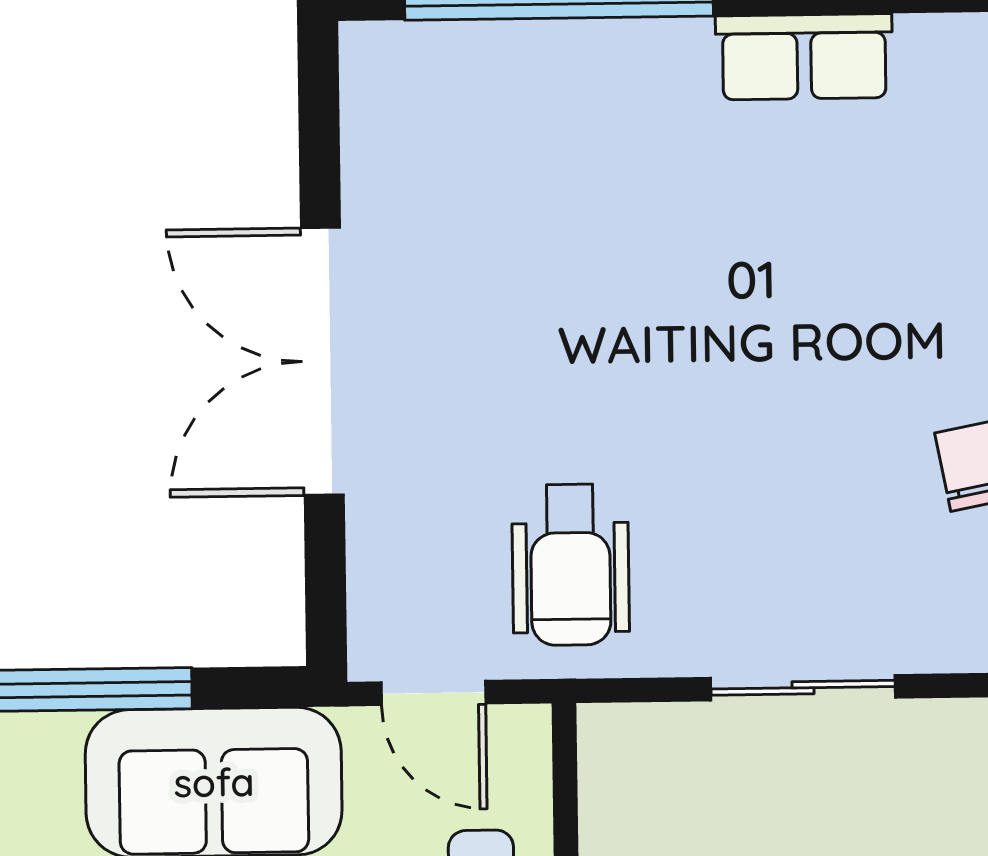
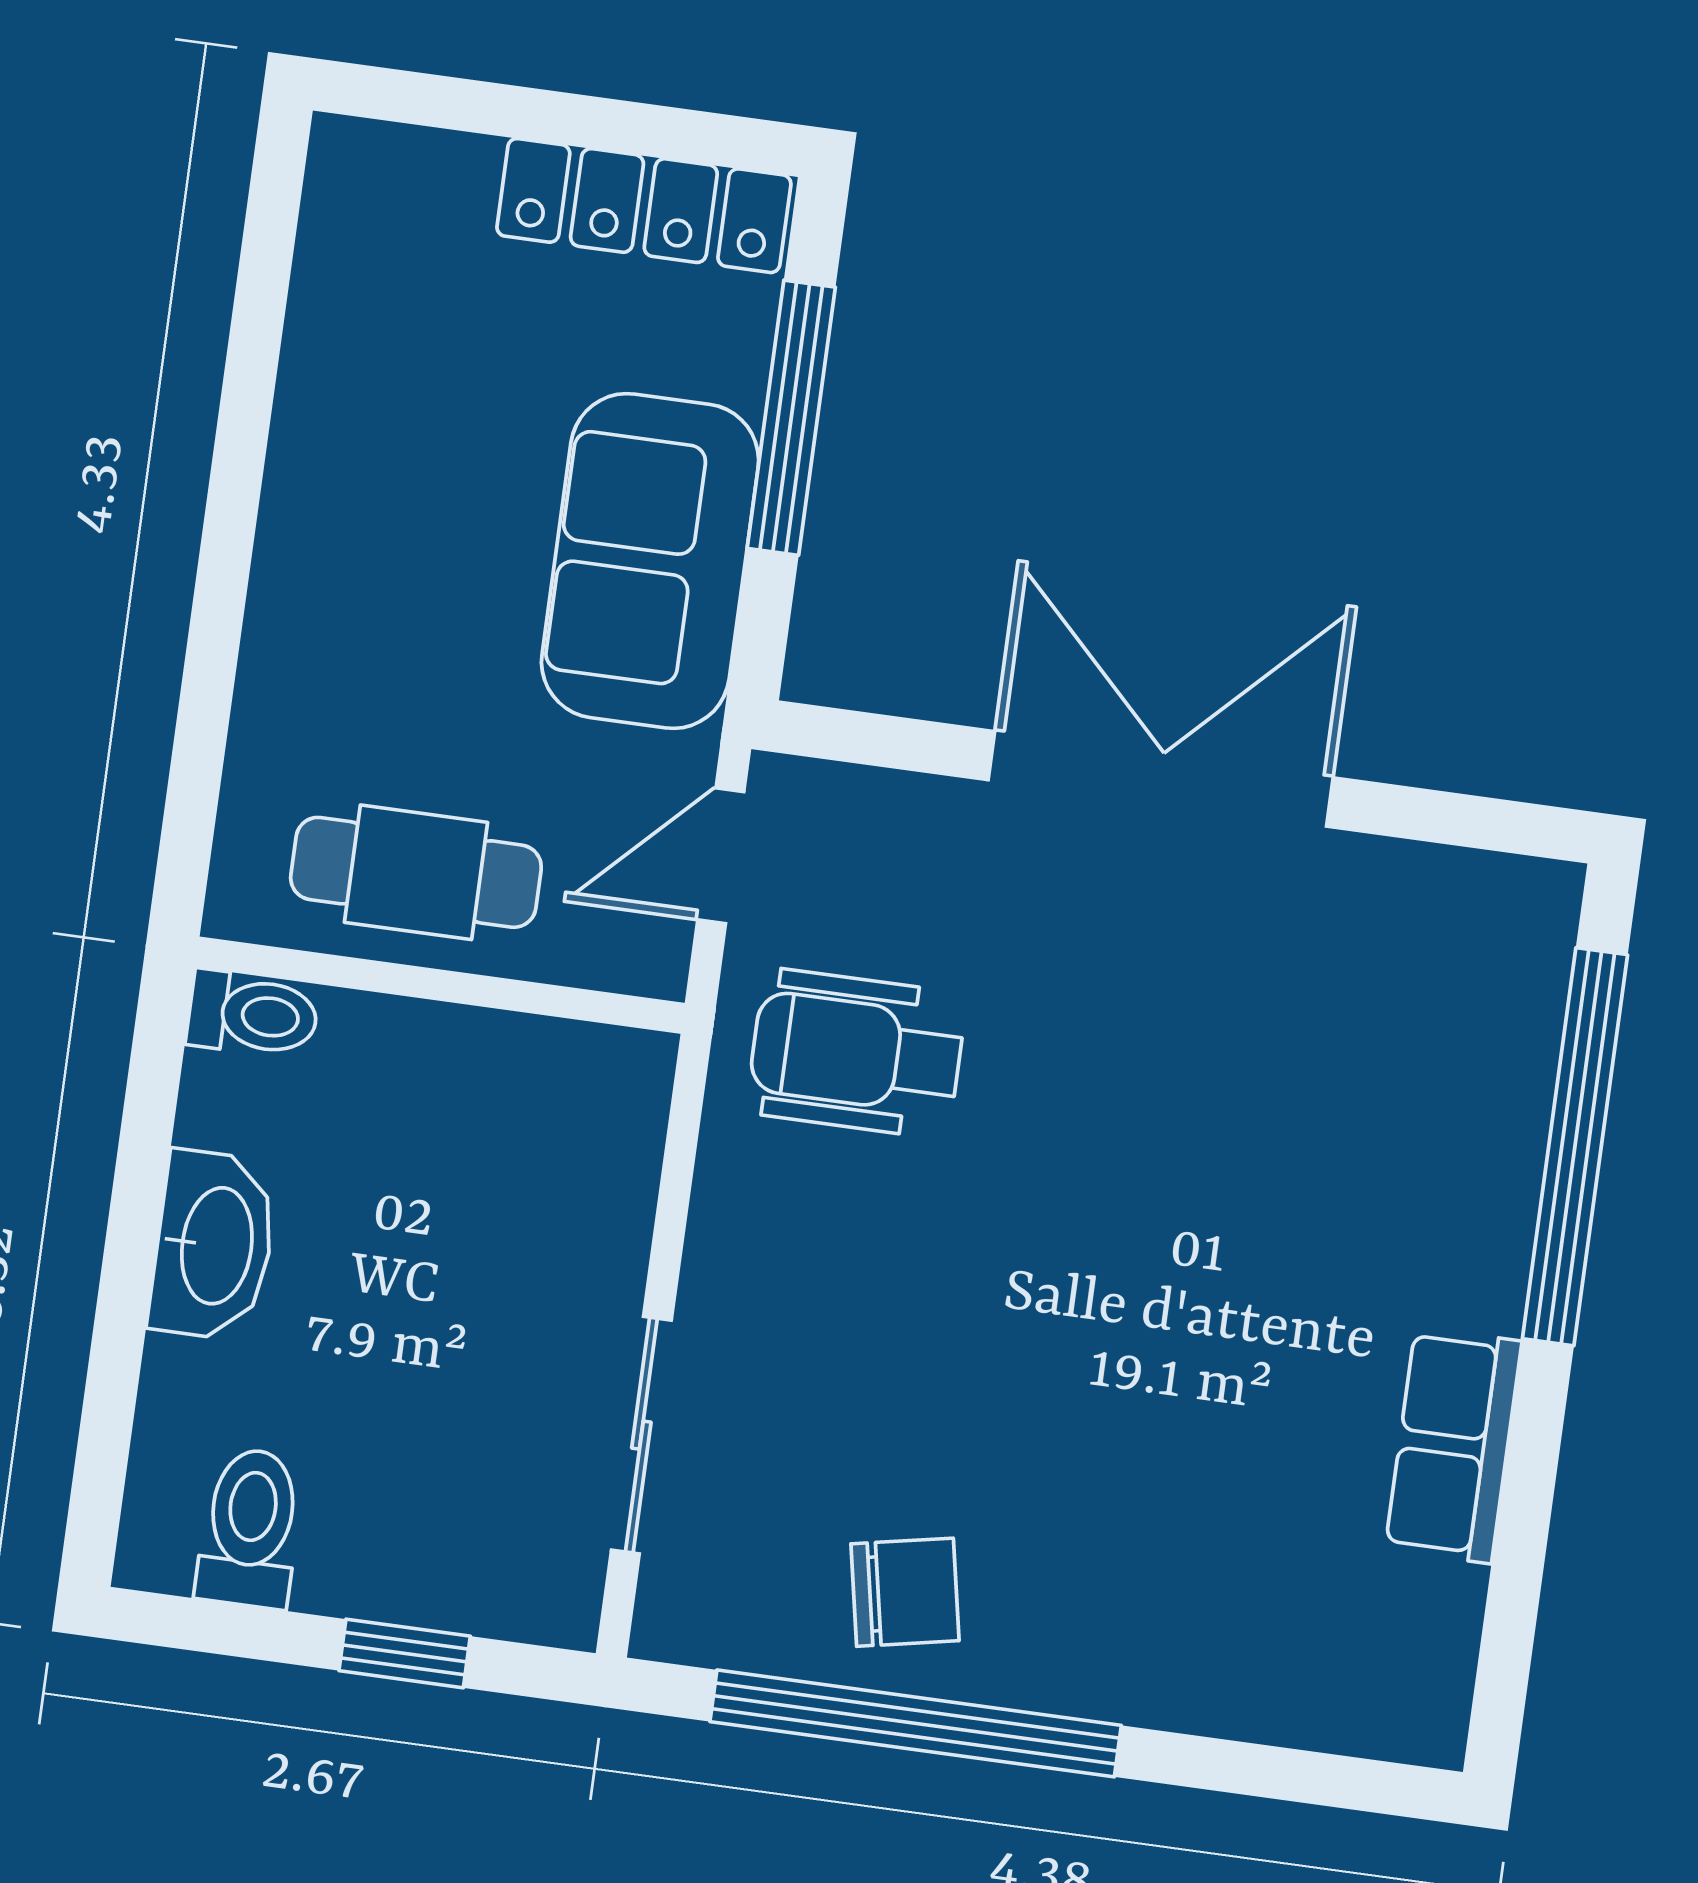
sliding door: (803, 688) -> (641, 1435), moved

